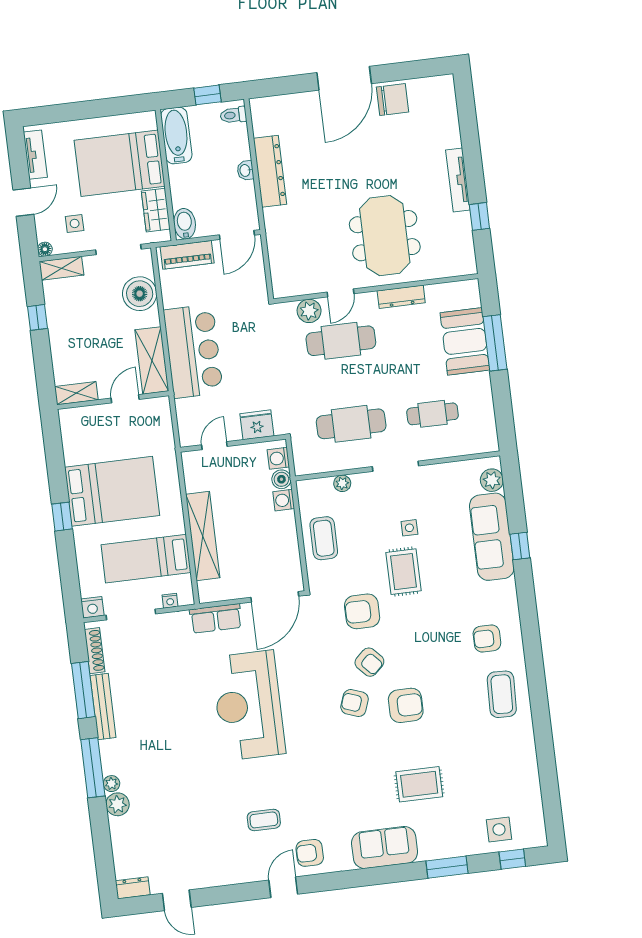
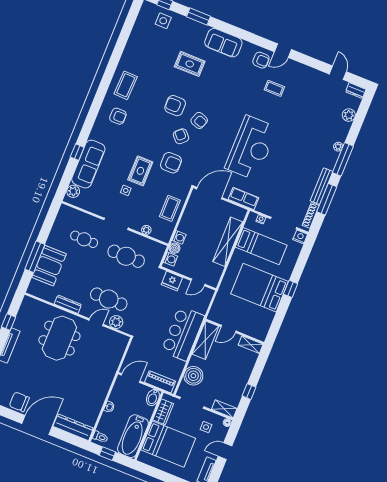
bathtub: (176, 135) -> (133, 436), width x1.36, depth x1.36
dresser: (270, 171) -> (73, 427), moved, turned 90
plant: (118, 804) -> (349, 115), moved

